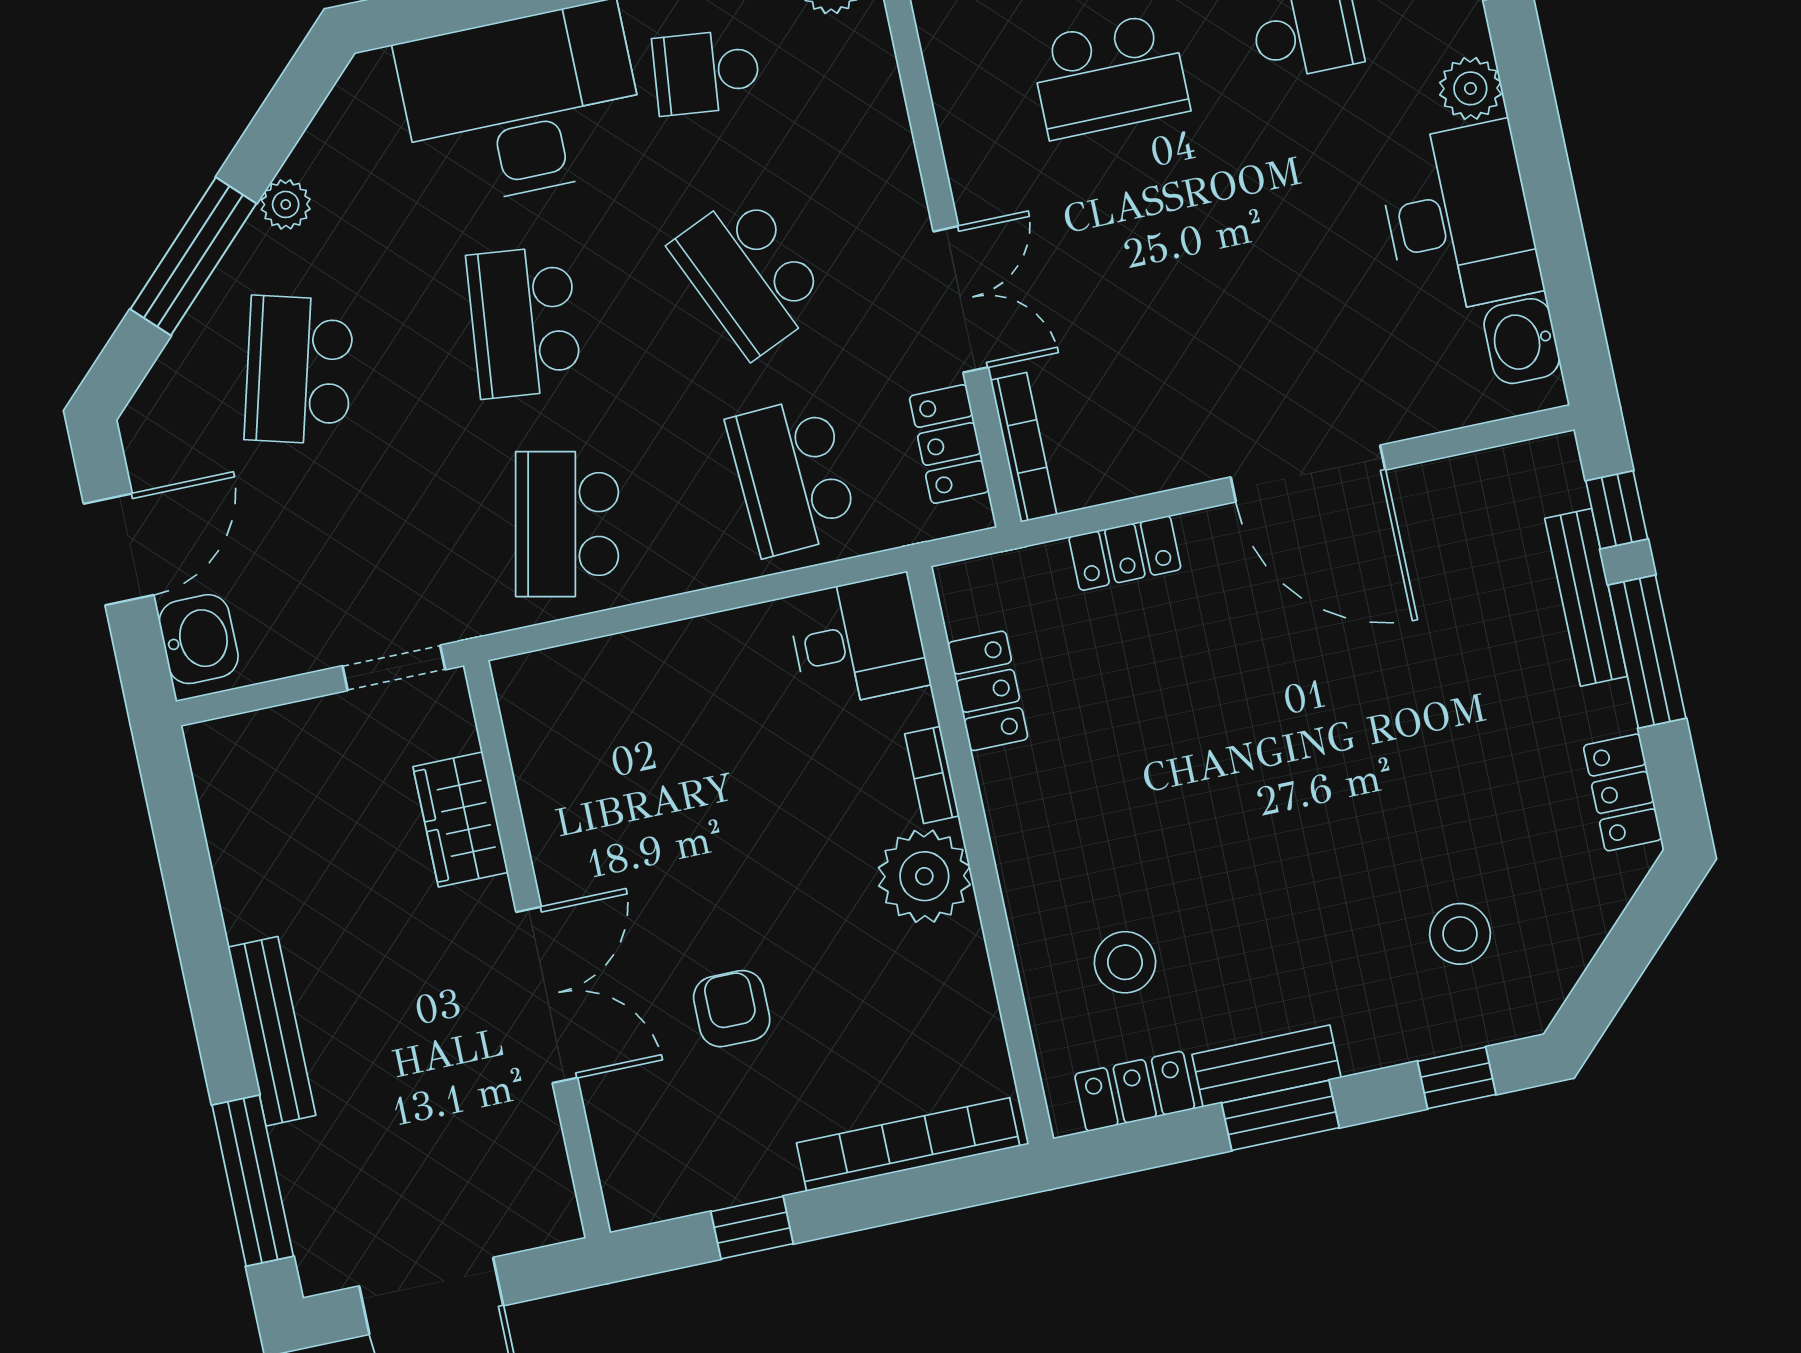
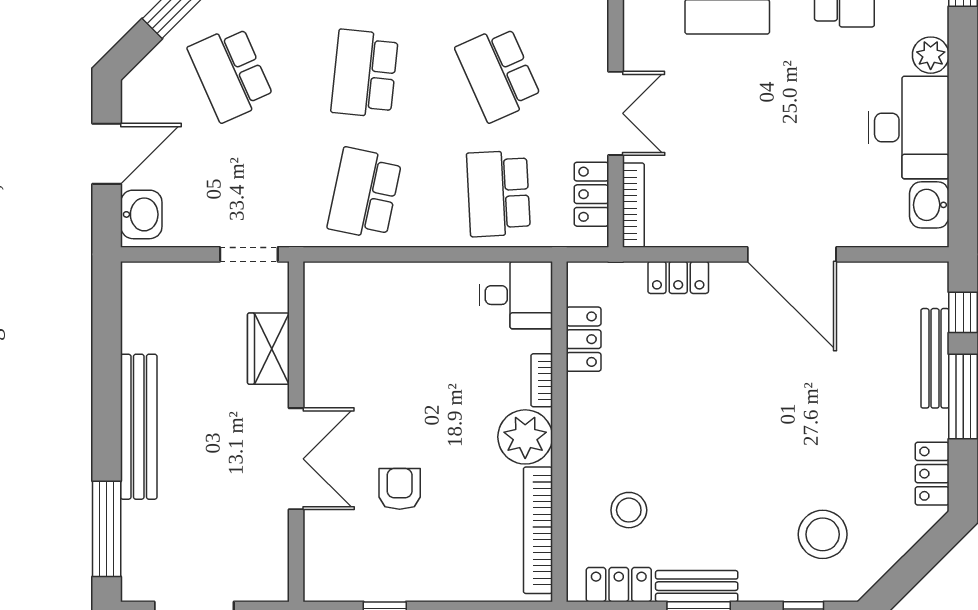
school desk: (299, 370) -> (231, 74), turned -39
stool: (1460, 934) -> (823, 534), width x1.38, depth x1.38
bench: (272, 1031) -> (139, 427), width x1.37, depth x1.21
bookcase: (908, 1144) -> (538, 530), moved, turned -90

